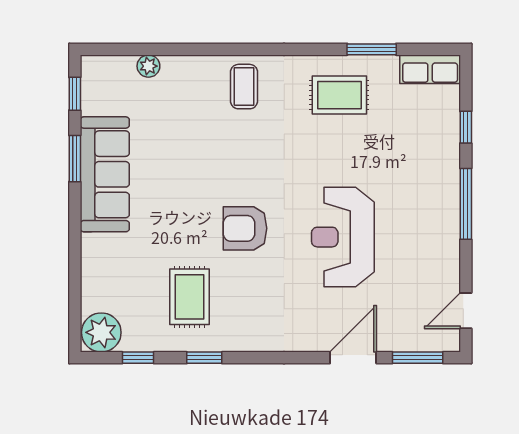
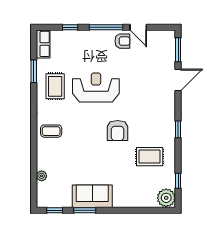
sofa: (105, 174) -> (92, 196), width x0.73
reception desk: (343, 237) -> (96, 87), moved, turned 180
armchair: (436, 239) -> (122, 41), added
door: (466, 311) -> (138, 27), moved
window: (204, 358) -> (178, 129), moved
door: (353, 358) -> (178, 80), swing flipped

